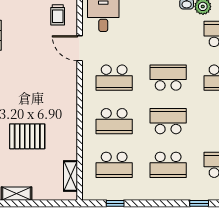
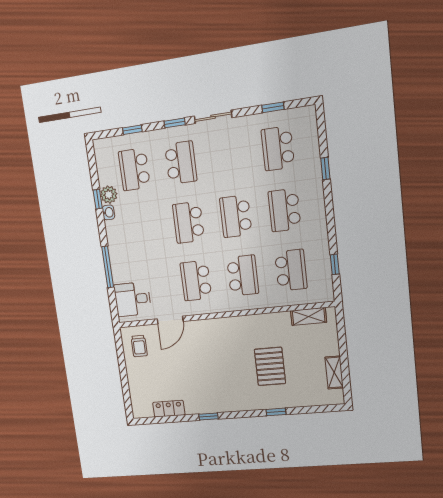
trolley: (58, 15) -> (139, 346), turned 90
school desk: (114, 78) -> (196, 281), turned 180
school desk: (168, 165) -> (284, 210), turned 180

